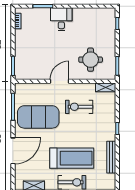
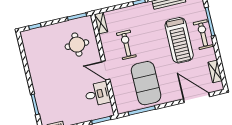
desk: (61, 19) -> (98, 94), moved, turned 180
exercise bike: (79, 107) -> (126, 45), turned 180
door: (13, 151) -> (196, 98), moved
treadmill: (72, 158) -> (179, 40), turned 180

